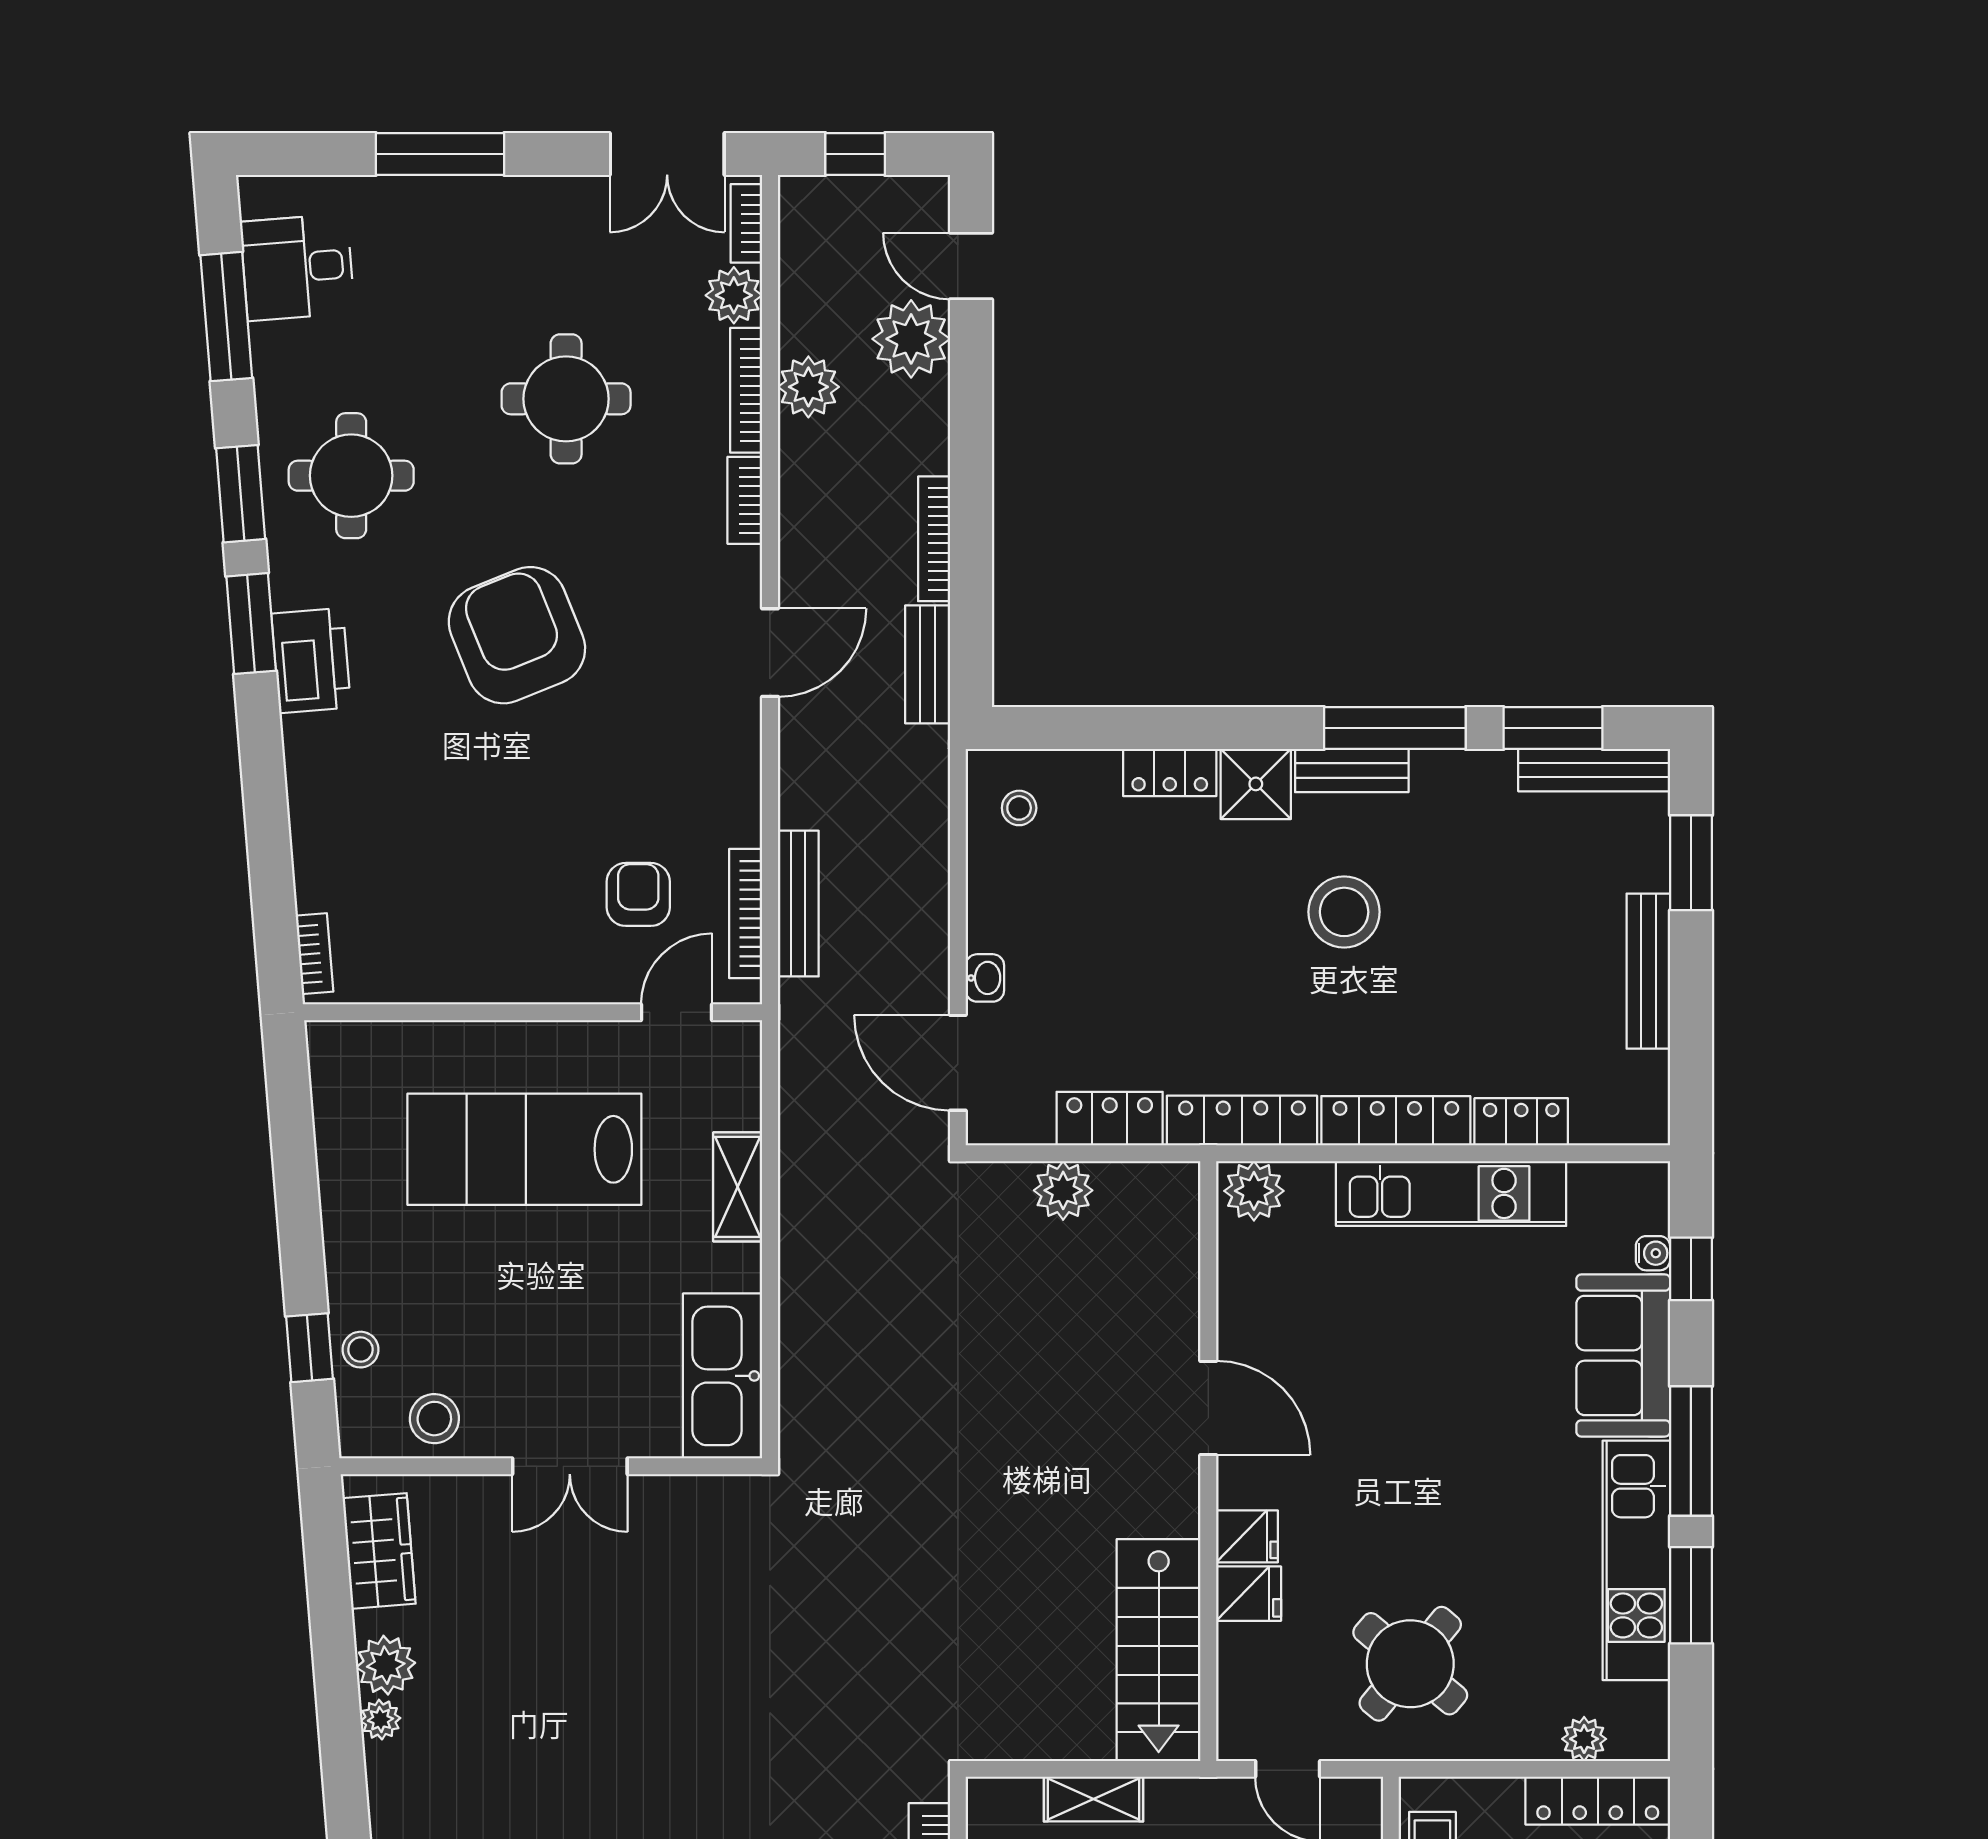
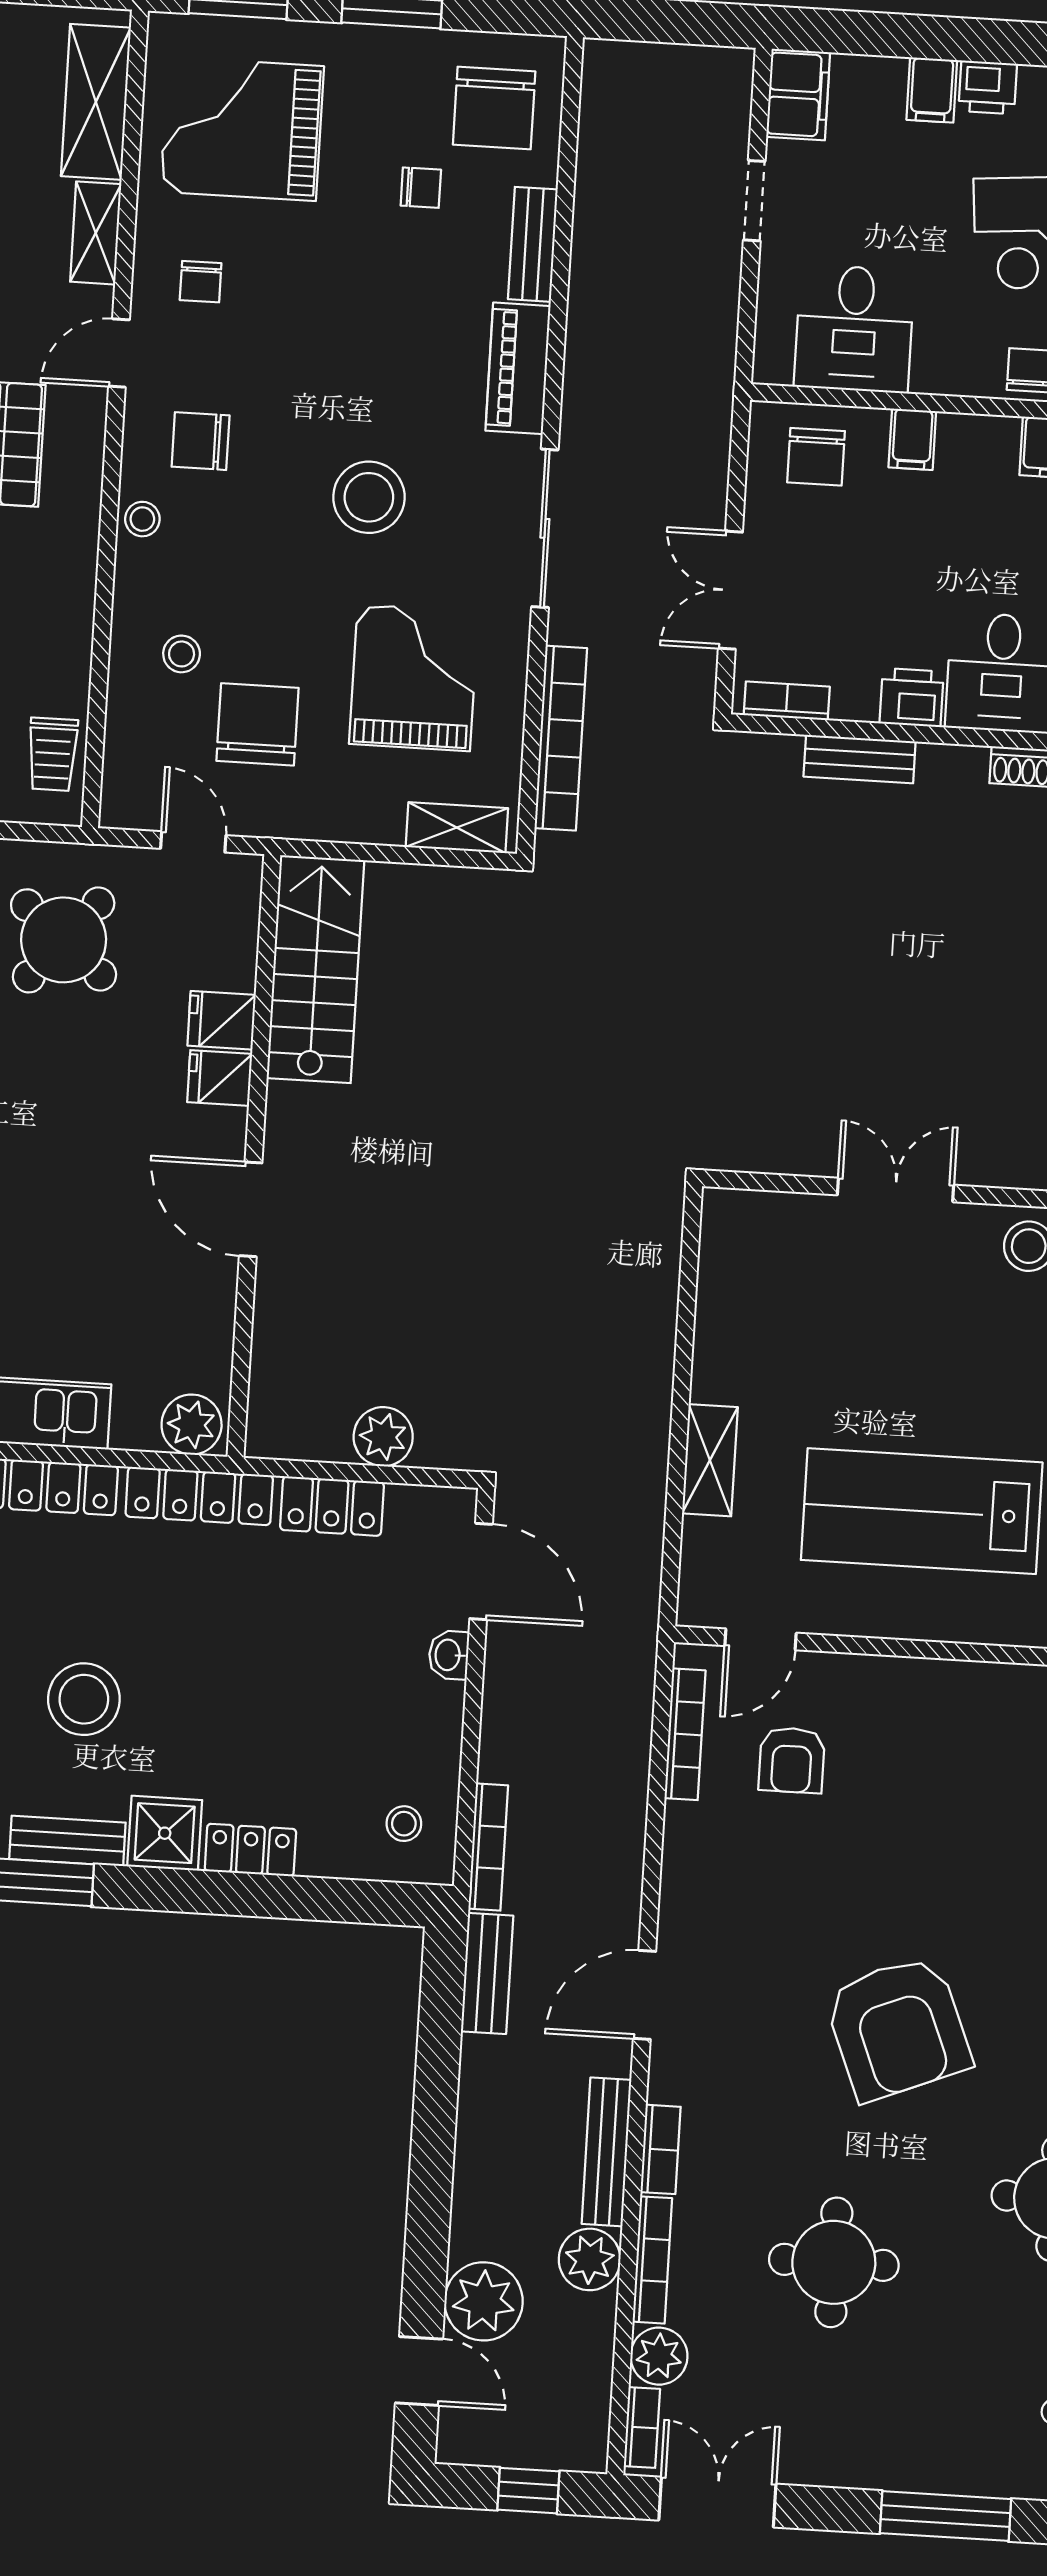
bookcase: (934, 539) -> (488, 1847), moved
bench: (798, 904) -> (606, 2152), moved
lab bench: (524, 1149) -> (922, 1511), turned 180
kitchen sink: (723, 1376) -> (737, 1271), removed
shelving: (1093, 1799) -> (457, 828), moved

